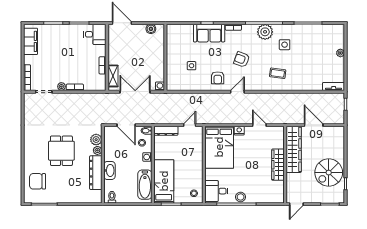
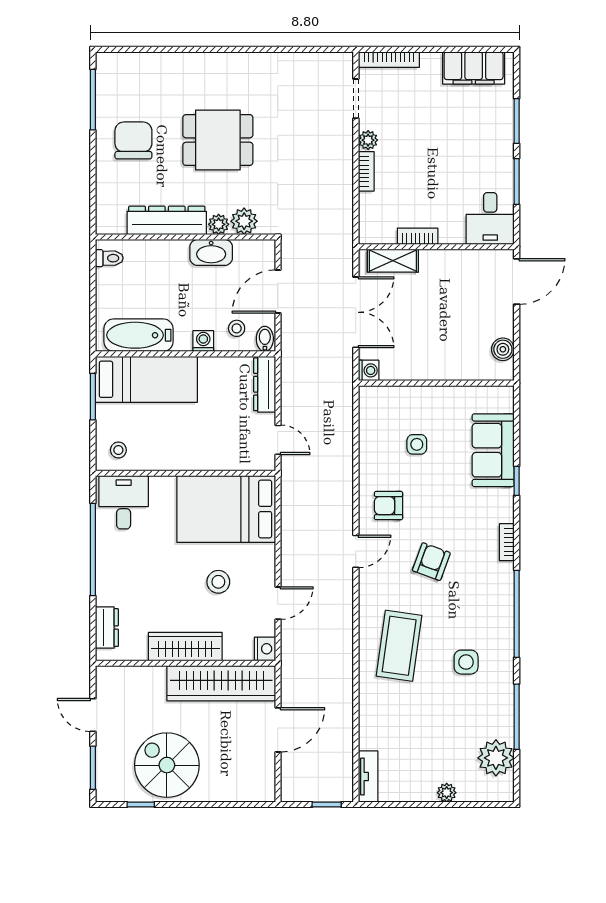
plant: (265, 32) -> (496, 758), moved
sofa: (209, 33) -> (493, 450), moved
coffee table: (278, 73) -> (399, 646), width x1.86, depth x1.72
door: (237, 92) -> (356, 551), hinge flipped
nightstand: (239, 131) -> (265, 649), moved
washbasin: (109, 170) -> (211, 252), moved
chair: (38, 181) -> (133, 140), moved
stool: (241, 197) -> (218, 582), moved
dresser: (270, 198) -> (107, 628), added
door: (296, 204) -> (93, 715), moved

